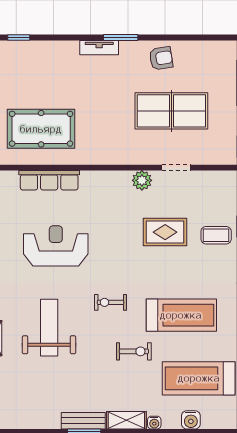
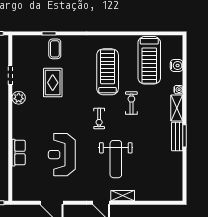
row of seats: (49, 180) -> (19, 153), width x0.68
weight bench: (49, 328) -> (116, 159), turned -90

